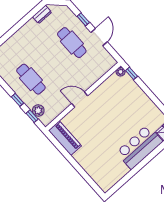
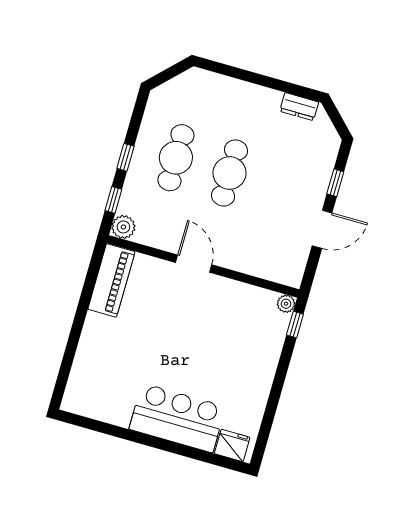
cafe table: (72, 43) -> (230, 173), moved
plant: (38, 110) -> (123, 227), moved

